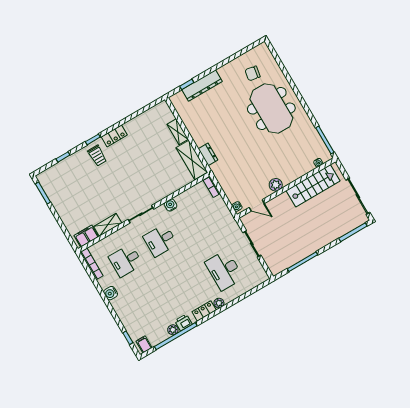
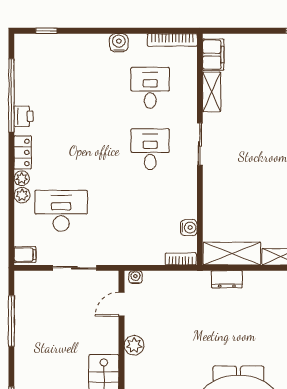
water cooler: (171, 205) -> (189, 228), moved
plant: (173, 330) -> (22, 195), moved
filing cabinet: (144, 344) -> (25, 255), moved

